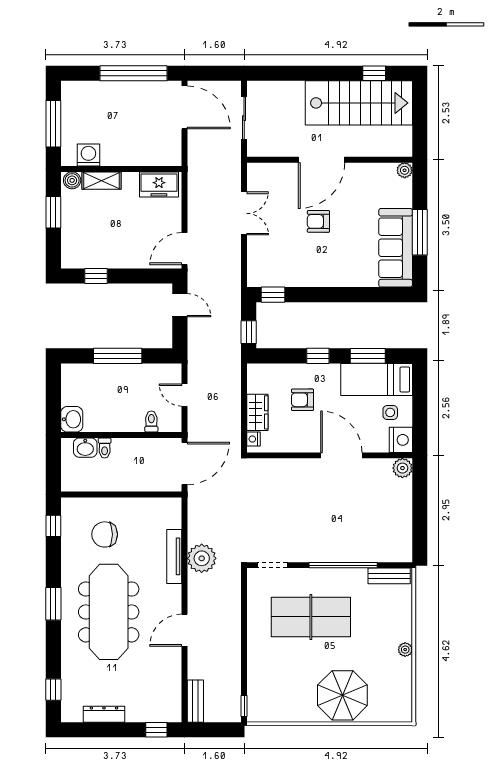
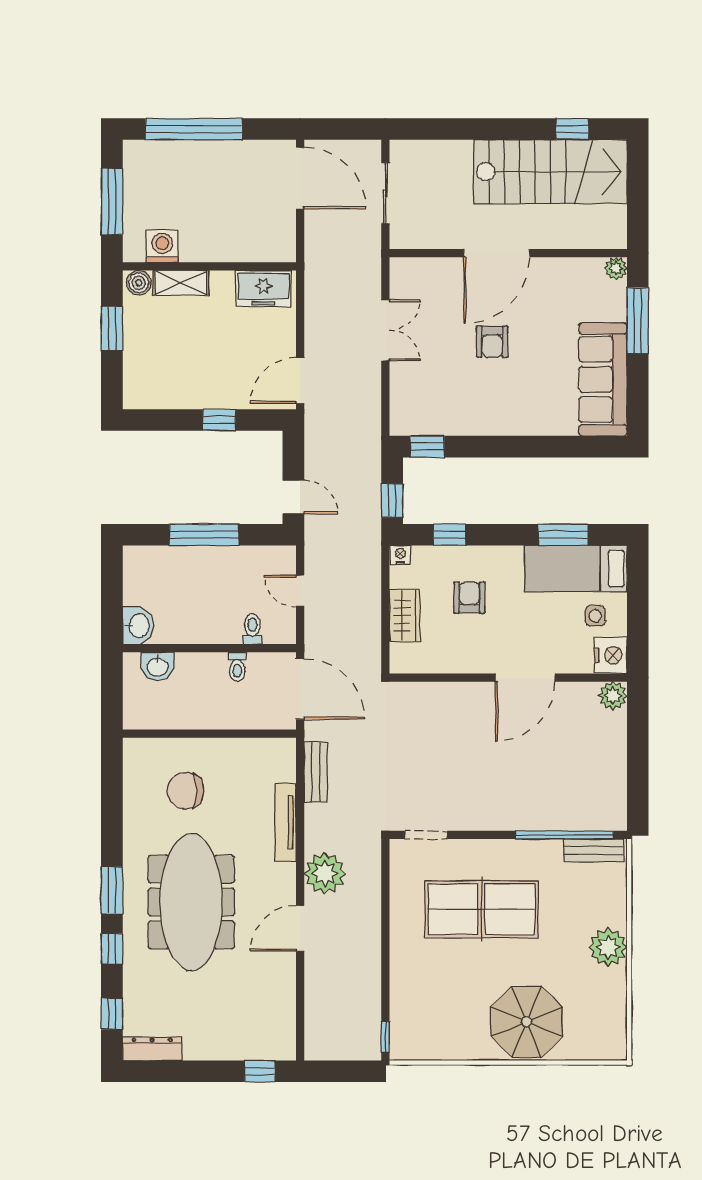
window: (134, 73) -> (194, 129), moved
armchair: (318, 221) -> (492, 342), turned -90
window: (420, 232) -> (638, 321), moved
window: (96, 276) -> (219, 420), moved
door: (180, 305) -> (293, 497), moved
window: (318, 356) -> (450, 535), moved
armchair: (302, 400) -> (469, 598), turned 90
nightstand: (253, 439) -> (400, 555), moved, turned 90
toilet: (105, 448) -> (237, 667), moved
door: (341, 455) -> (525, 678), swing flipped
door: (184, 463) -> (300, 689), hinge flipped
window: (53, 526) -> (112, 949), moved
plant: (202, 558) -> (325, 873), moved
window: (343, 565) -> (565, 835), moved
plant: (405, 650) -> (608, 947), width x1.87, depth x1.87
bench: (195, 701) -> (316, 772), moved
dresser: (104, 714) -> (152, 1049), moved

